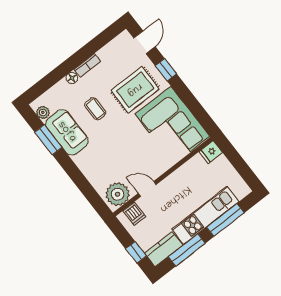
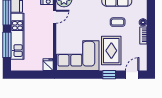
door: (144, 42) -> (132, 75), swing flipped

